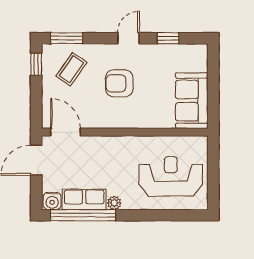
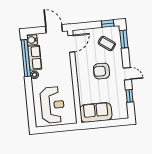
armchair: (119, 83) -> (102, 71), turned -90

